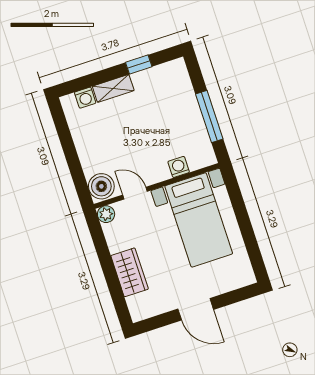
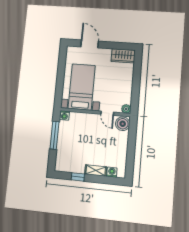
washing machine: (179, 167) -> (64, 115), moved
wardrobe: (130, 272) -> (123, 56), moved, turned -90
door: (196, 309) -> (90, 44), moved

